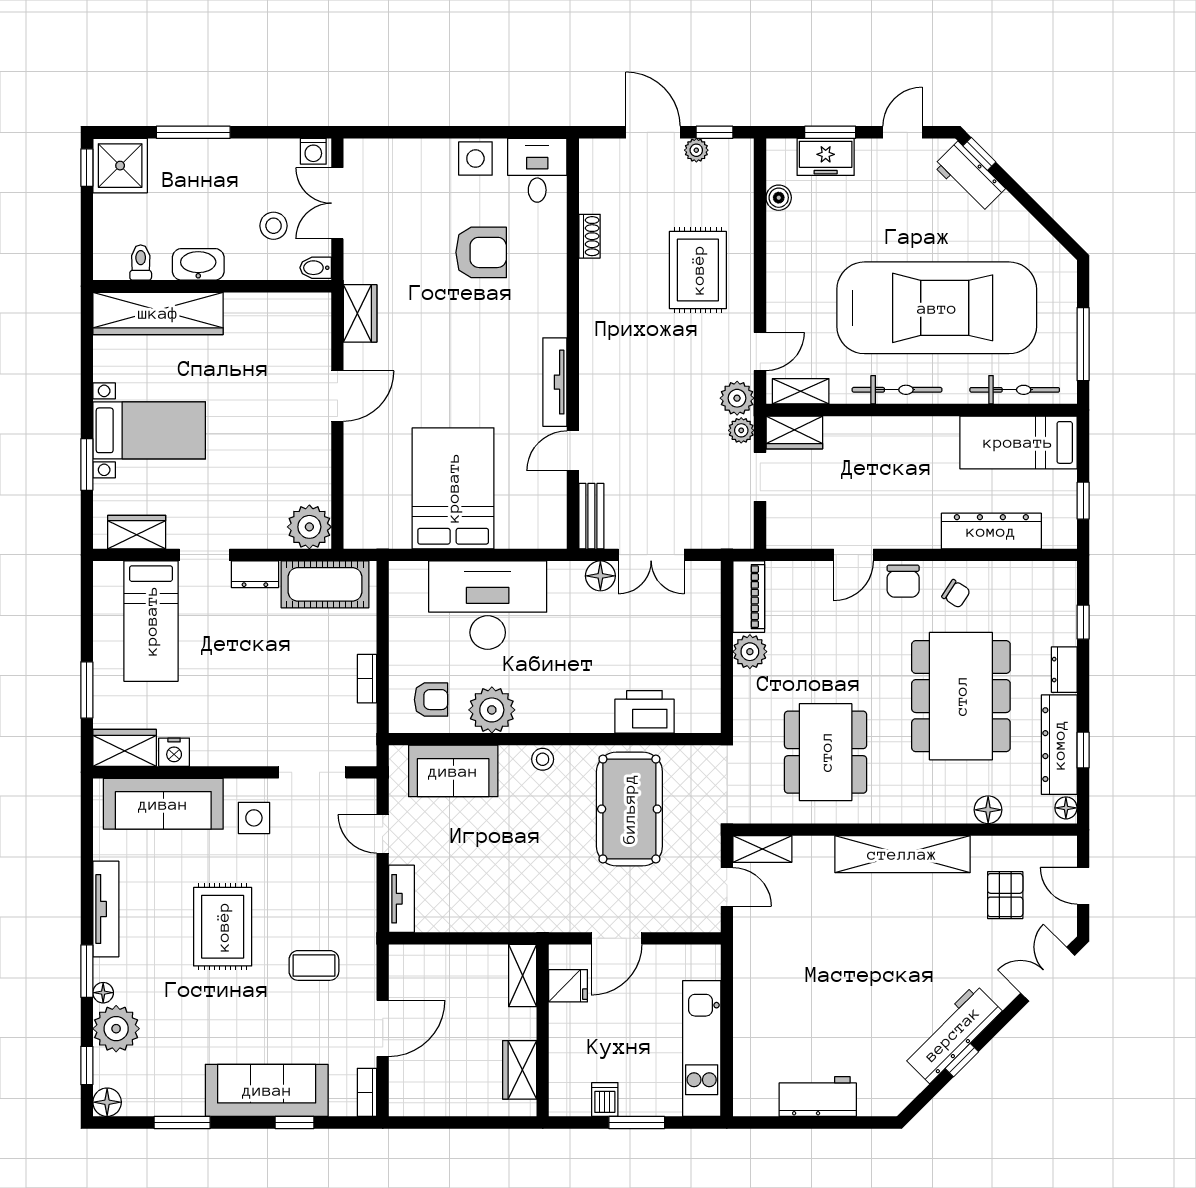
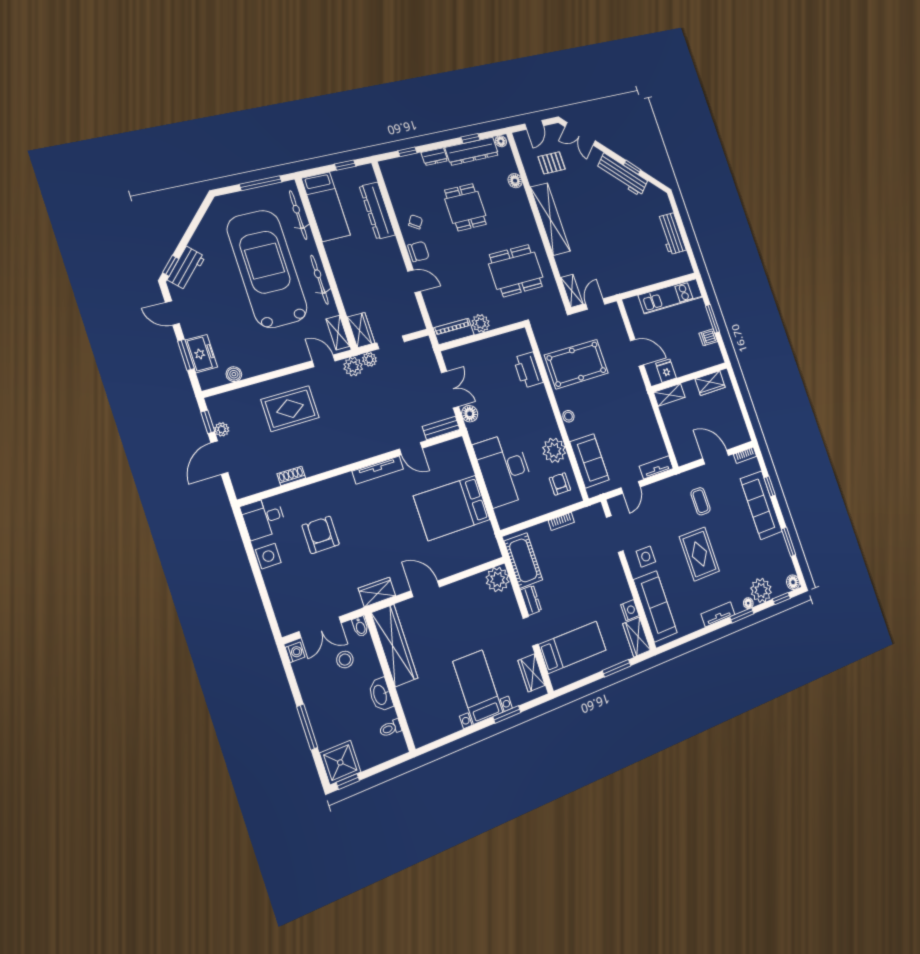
wardrobe: (158, 313) -> (394, 645), moved
dining table: (961, 696) -> (465, 207), width x0.53, depth x0.80
tv unit: (106, 909) -> (718, 614), width x0.71
rug: (223, 927) -> (699, 554), turned 90

